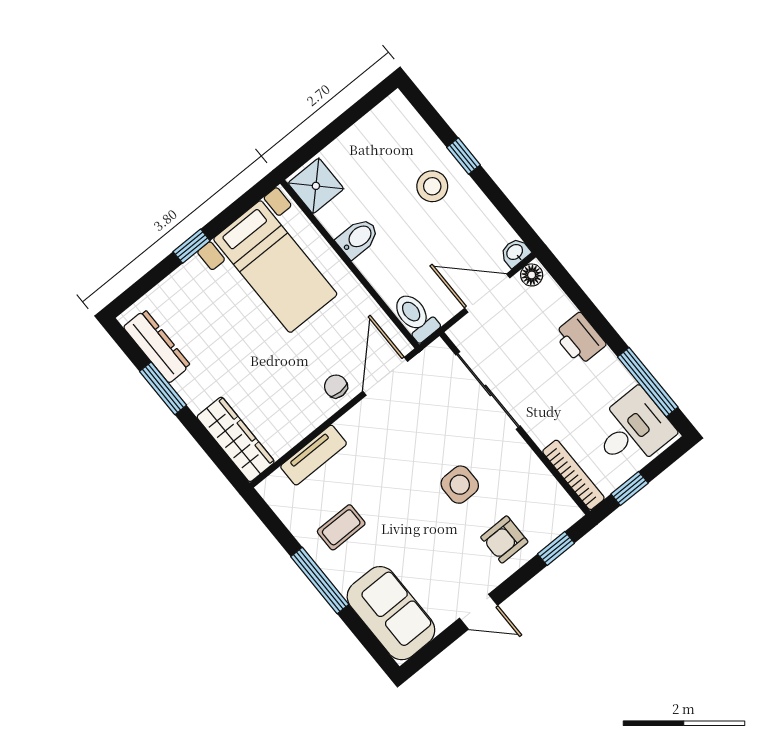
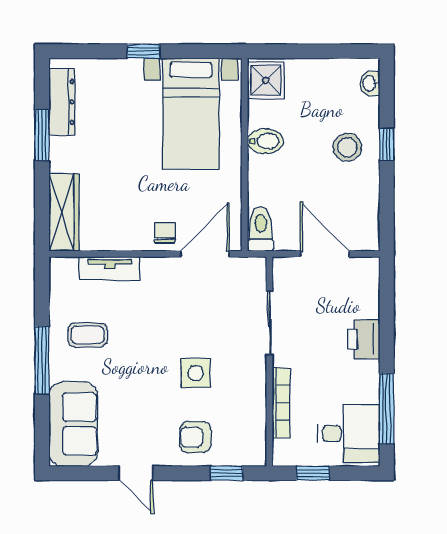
washbasin: (515, 252) -> (370, 84), moved, turned -90
floor lamp: (532, 275) -> (366, 267), removed
sliding door: (488, 390) -> (269, 323), width x0.73
bookcase: (573, 475) -> (281, 403), moved

